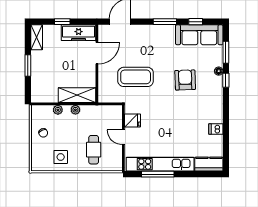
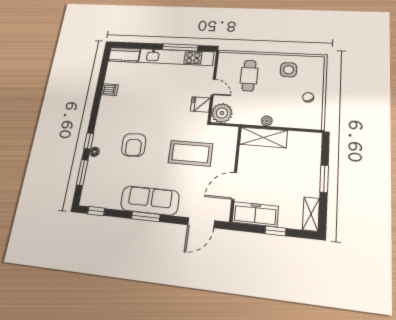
window: (196, 22) -> (96, 211), moved
sofa: (199, 35) -> (150, 201), moved
plant: (58, 110) -> (222, 113), moved, width x1.88, depth x1.88

